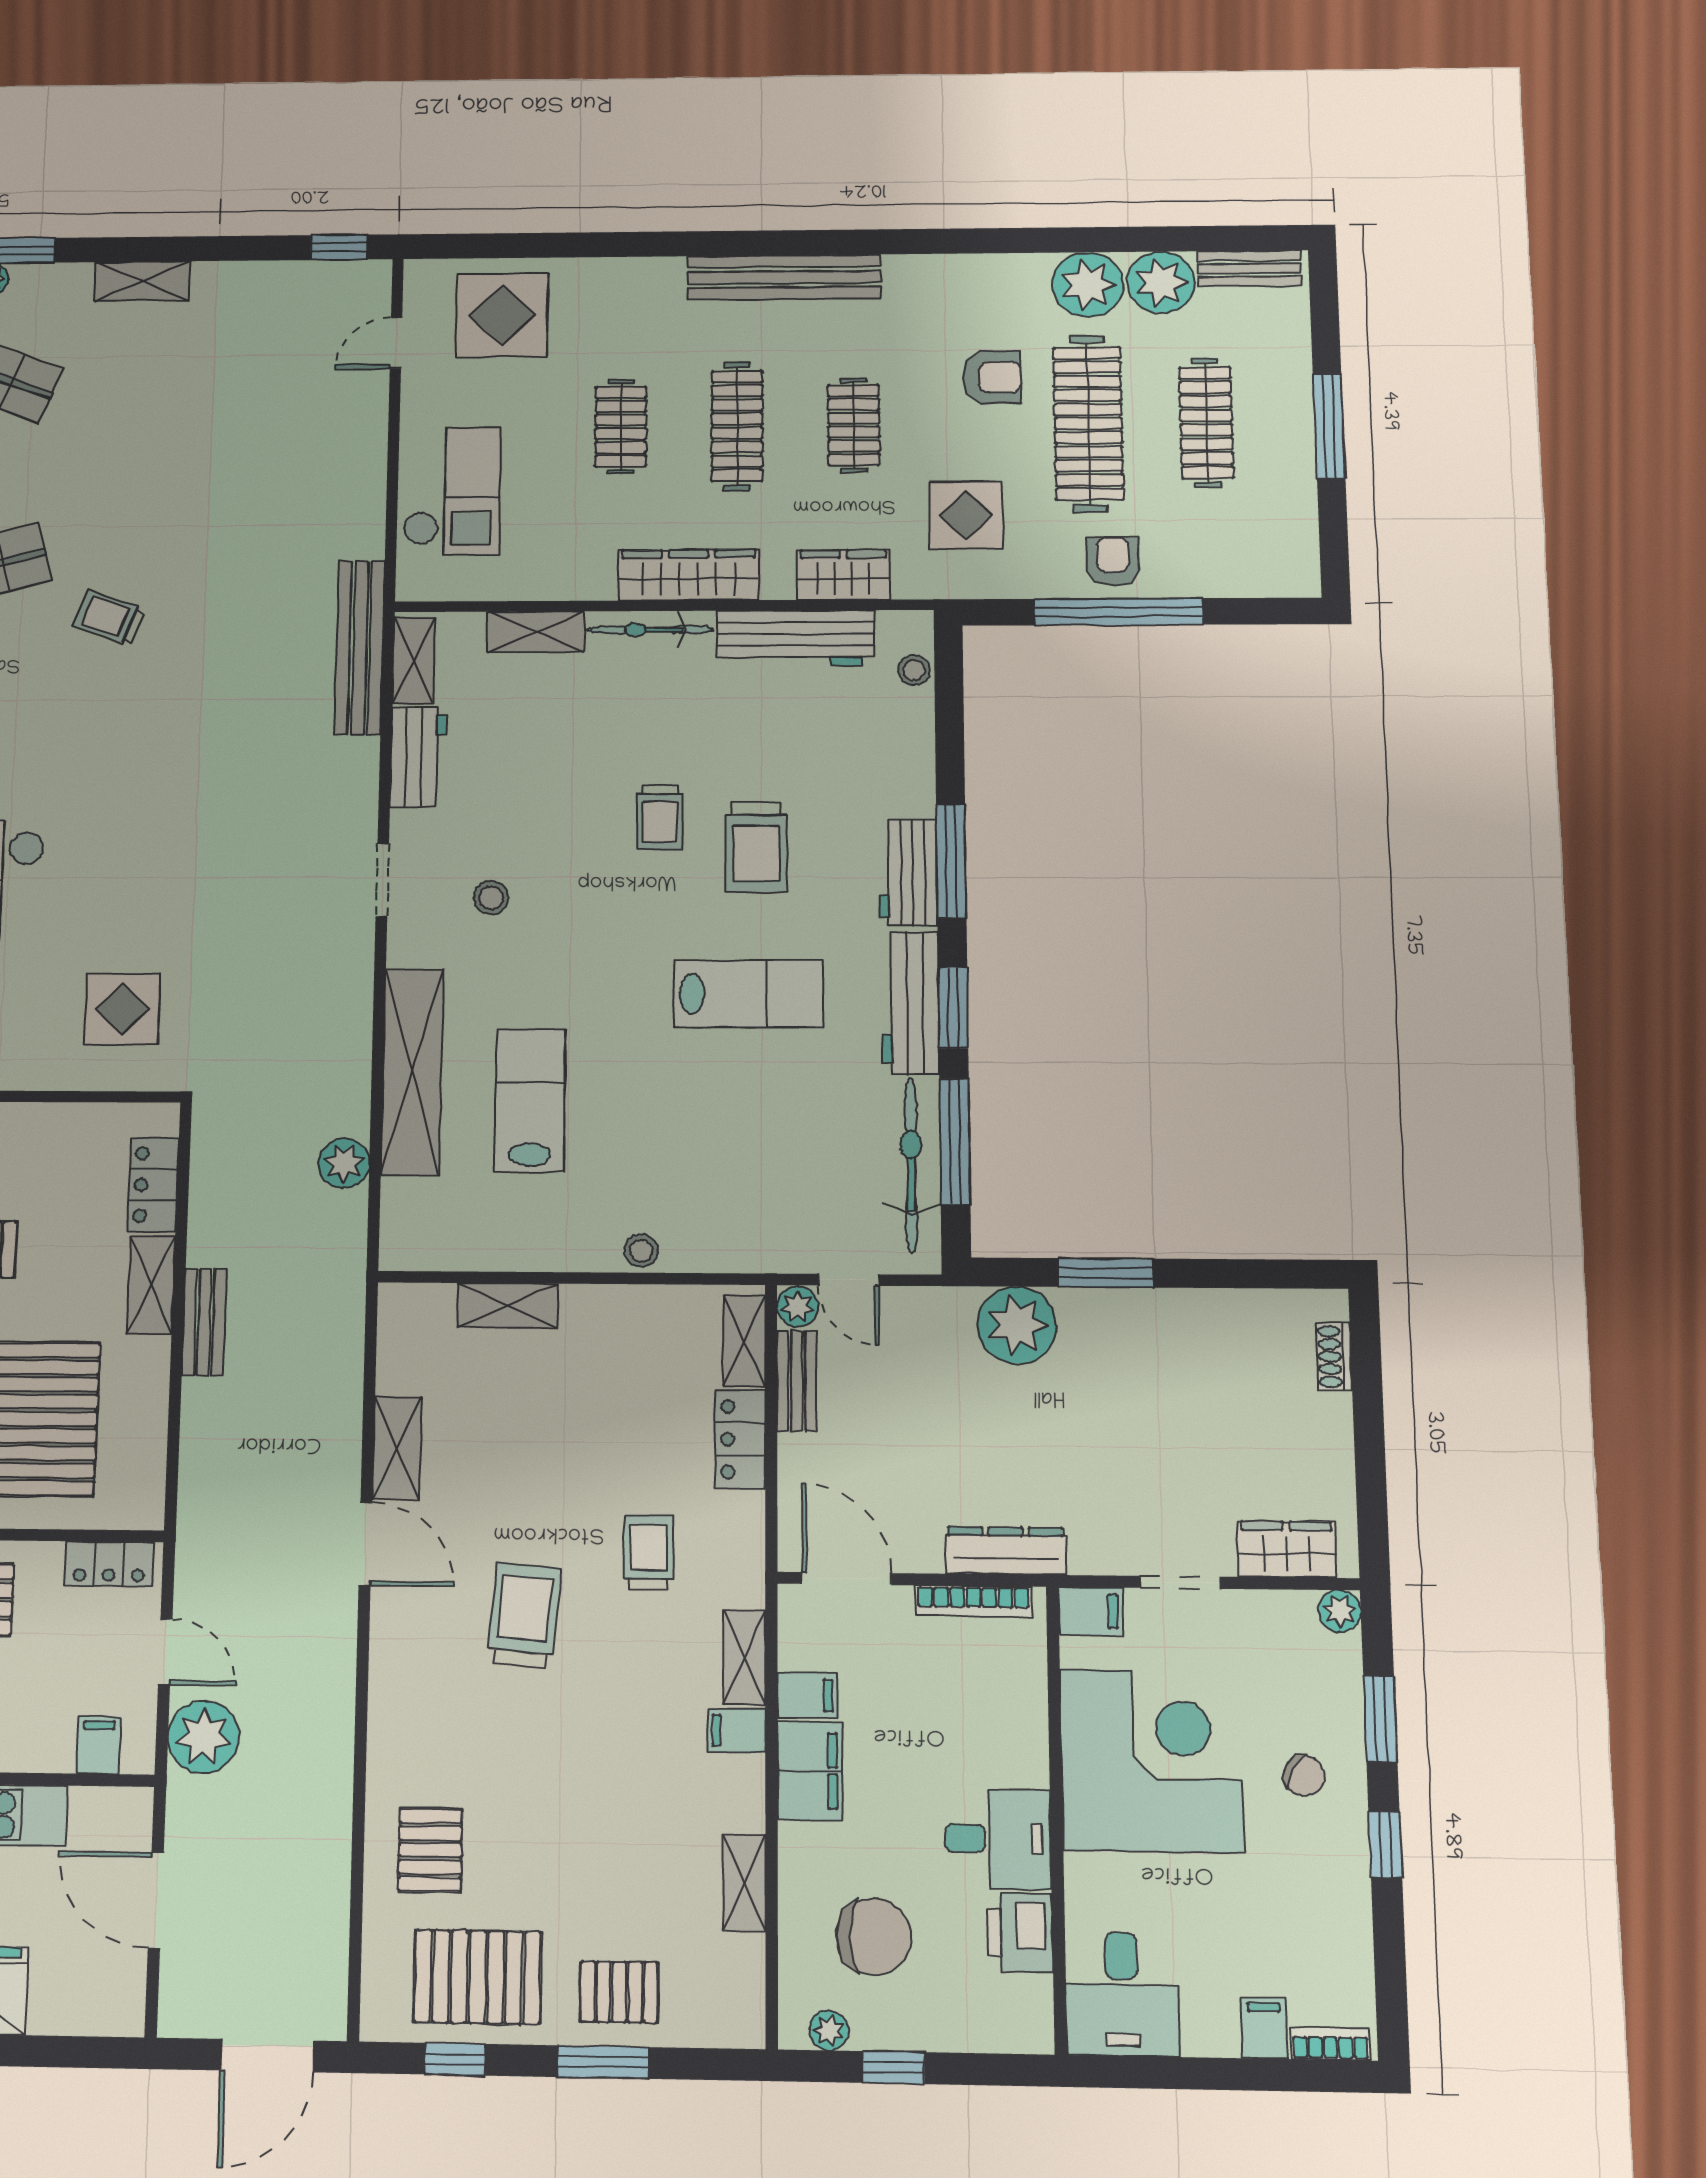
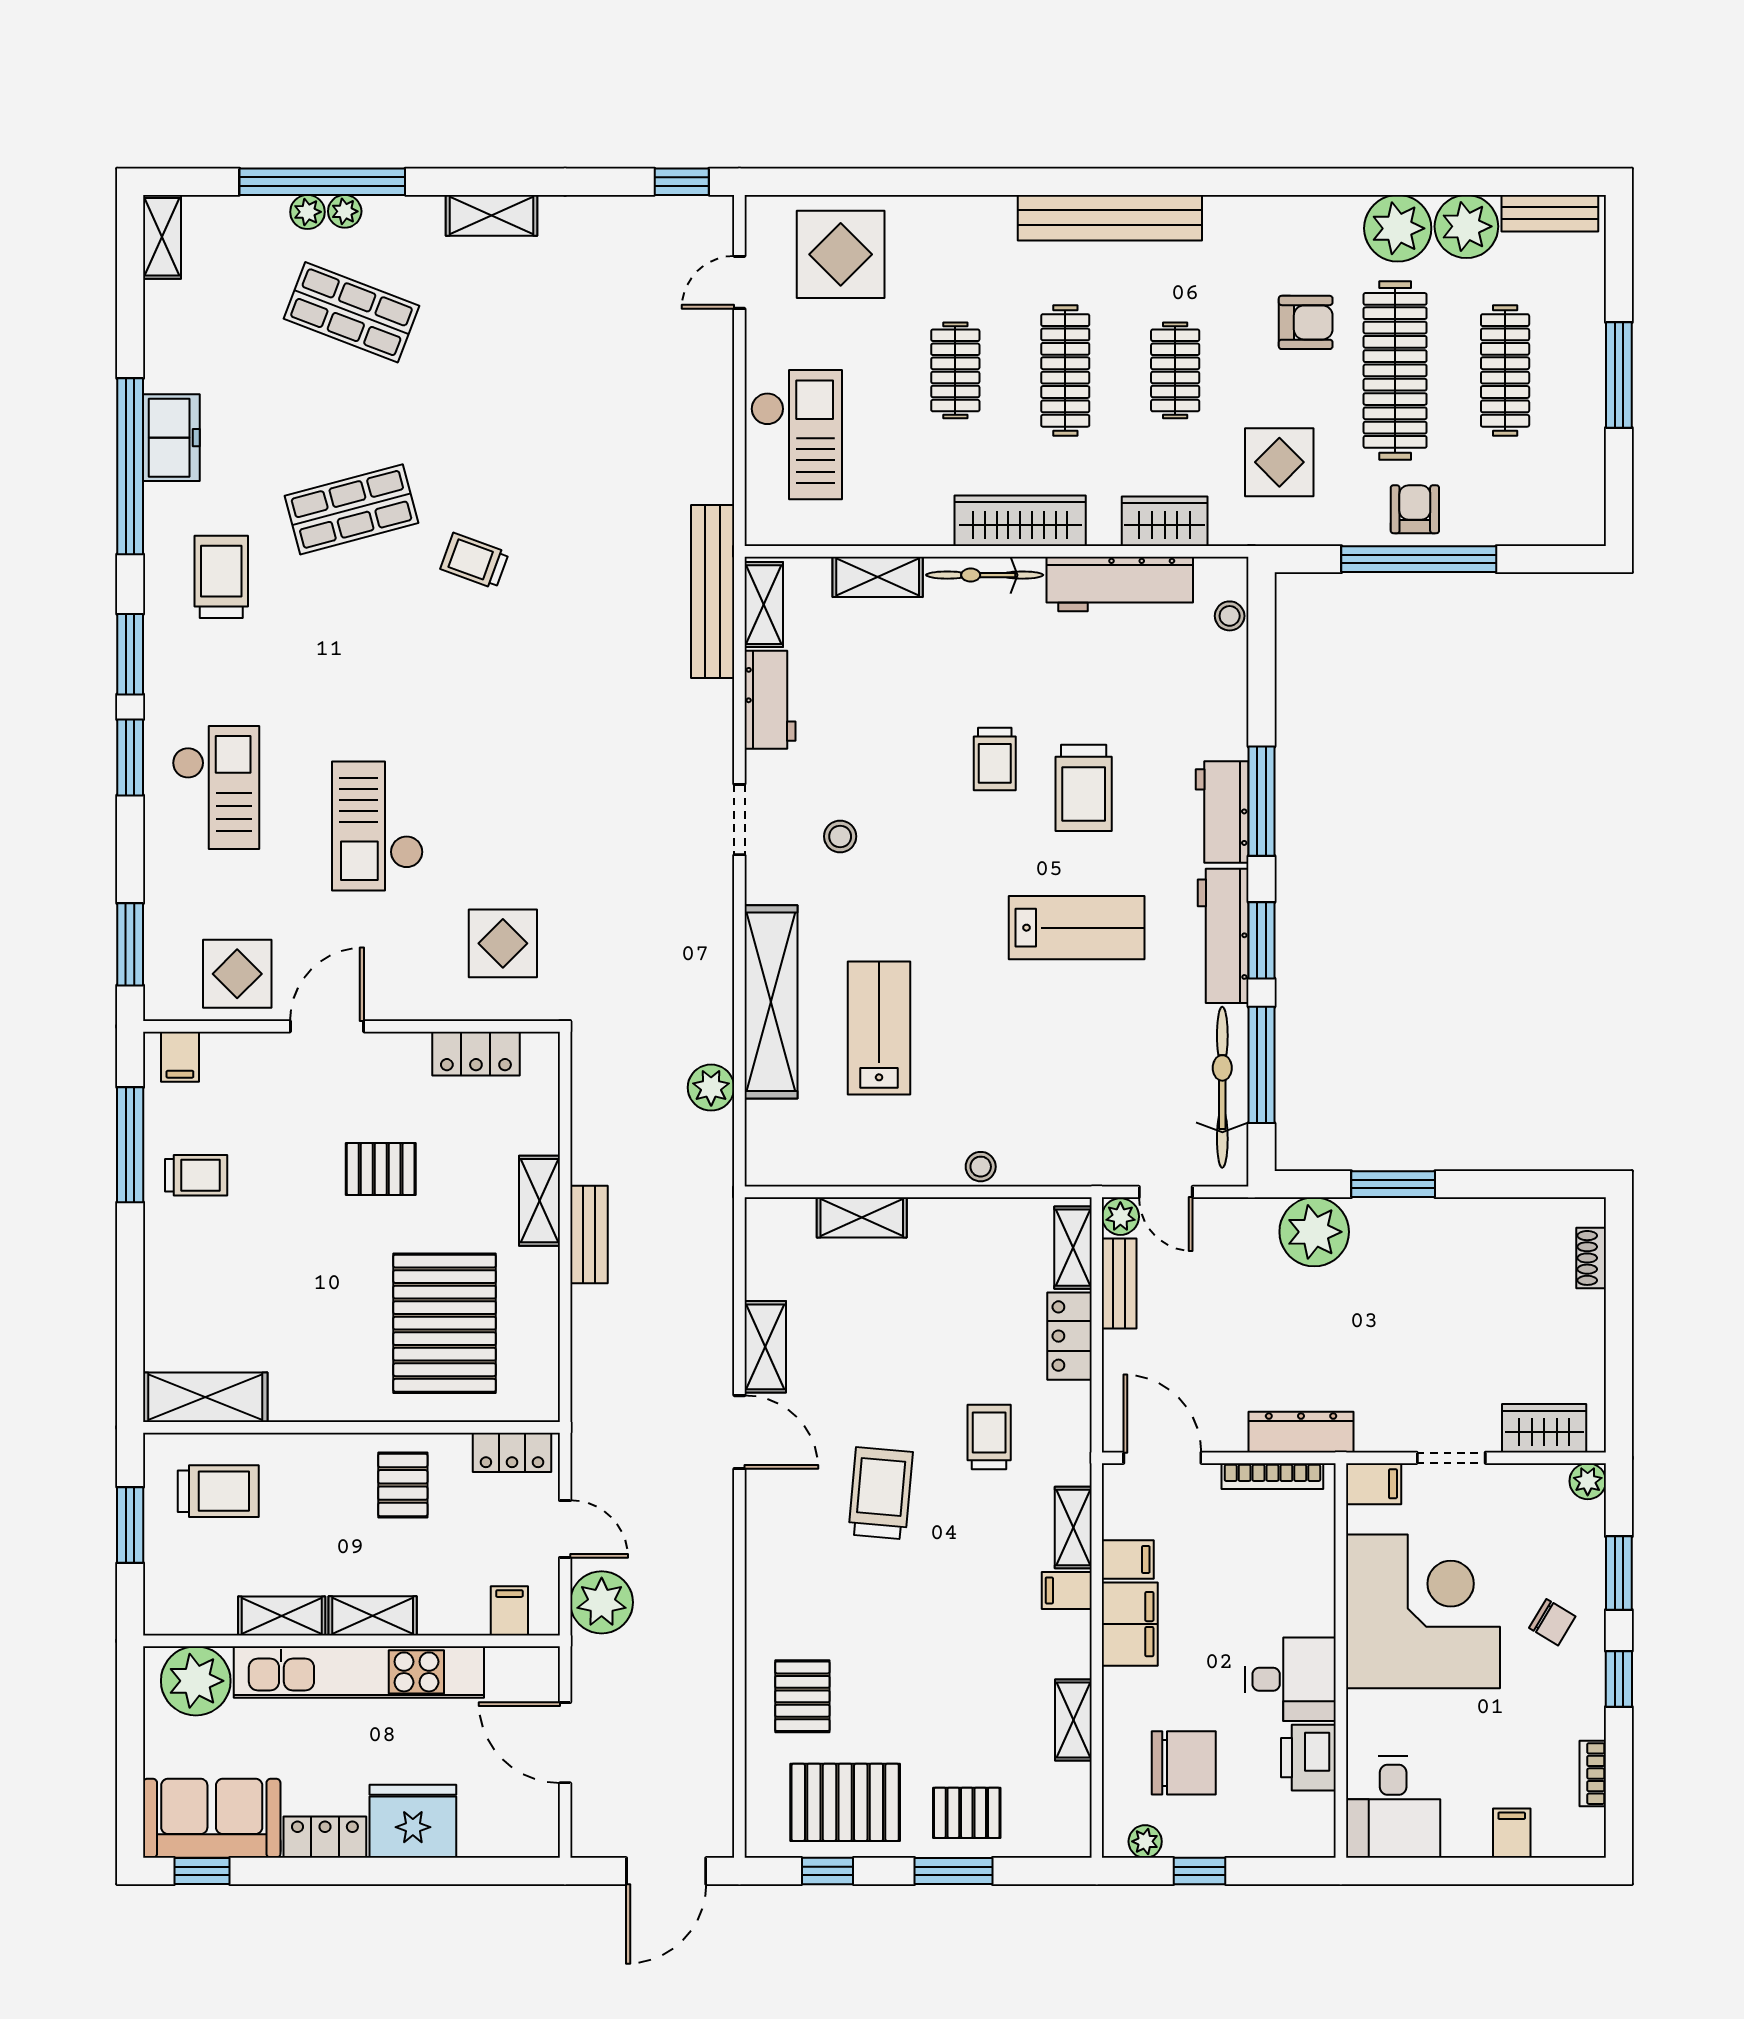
locker: (153, 1185) -> (476, 1054), moved, turned -90
bookcase: (1330, 2044) -> (1593, 1774), moved, turned -90

